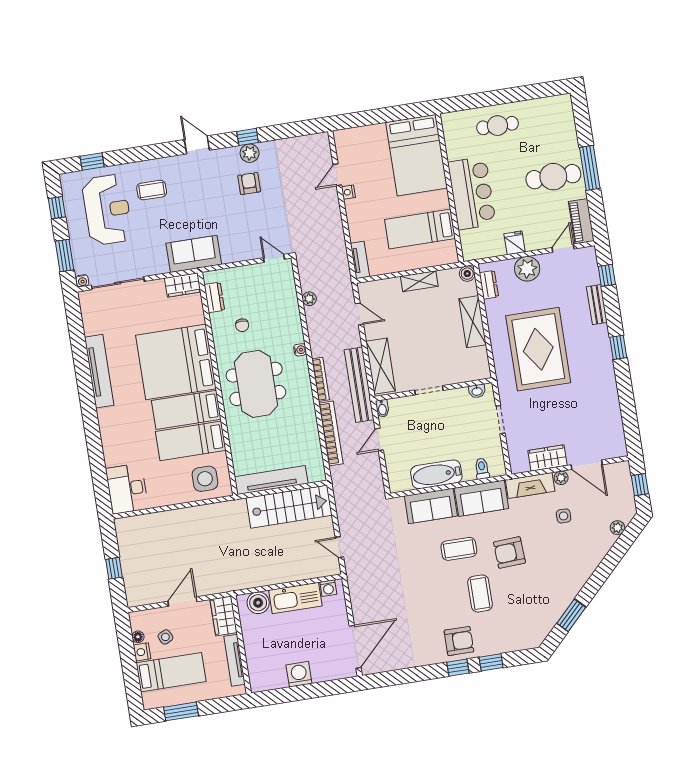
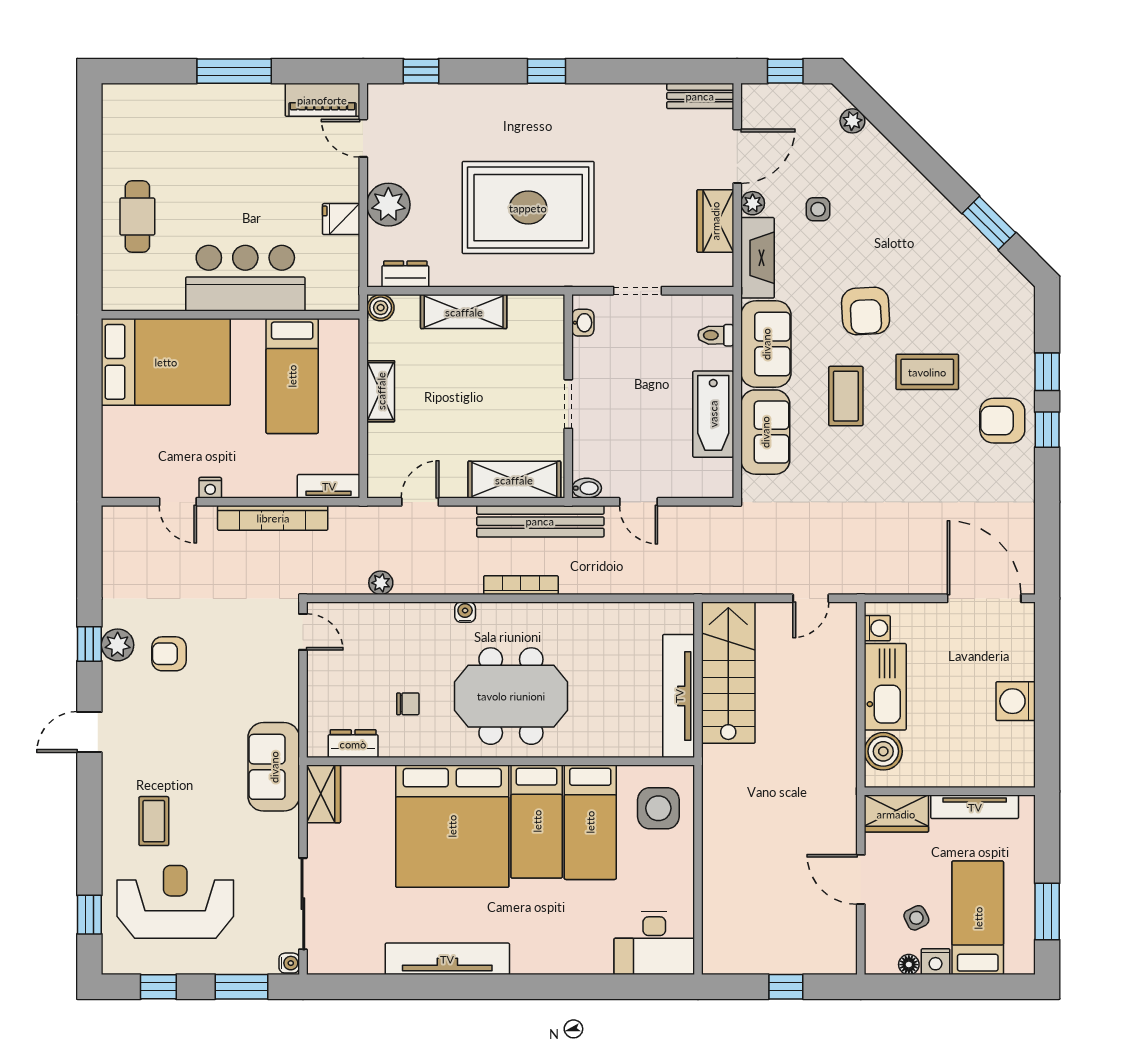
cafe table: (553, 177) -> (239, 135), removed
door: (274, 258) -> (303, 632), swing flipped
bench: (597, 305) -> (700, 96), moved
bookcase: (331, 433) -> (273, 518), moved, turned 180
armchair: (459, 641) -> (1002, 421), turned -90

